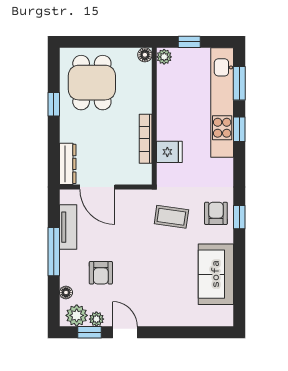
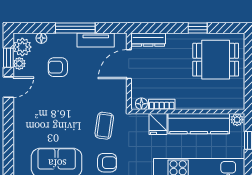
floor lamp: (145, 55) -> (141, 104), moved
kitchen counter: (169, 103) -> (199, 124), added
bookcase: (146, 139) -> (162, 104), width x0.64

